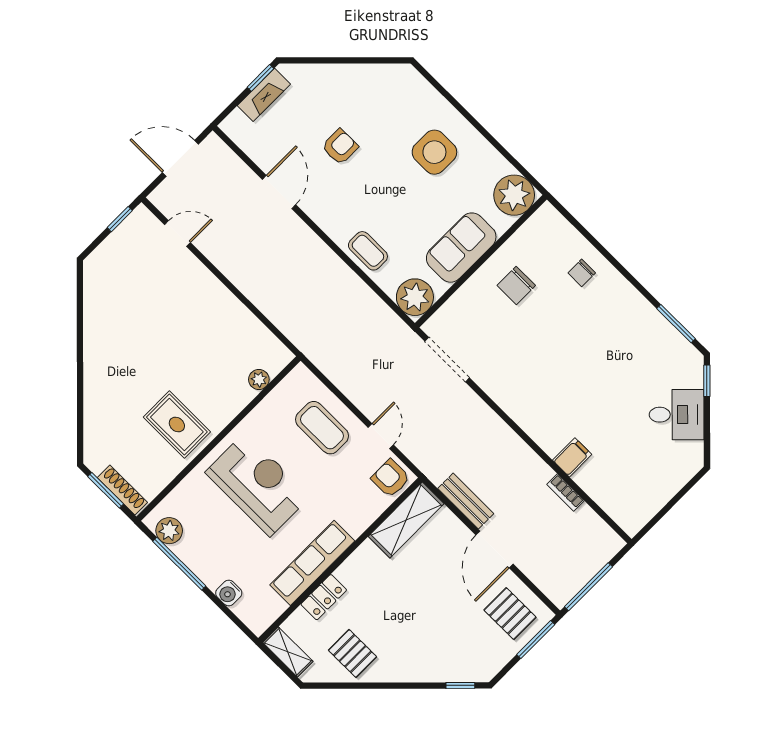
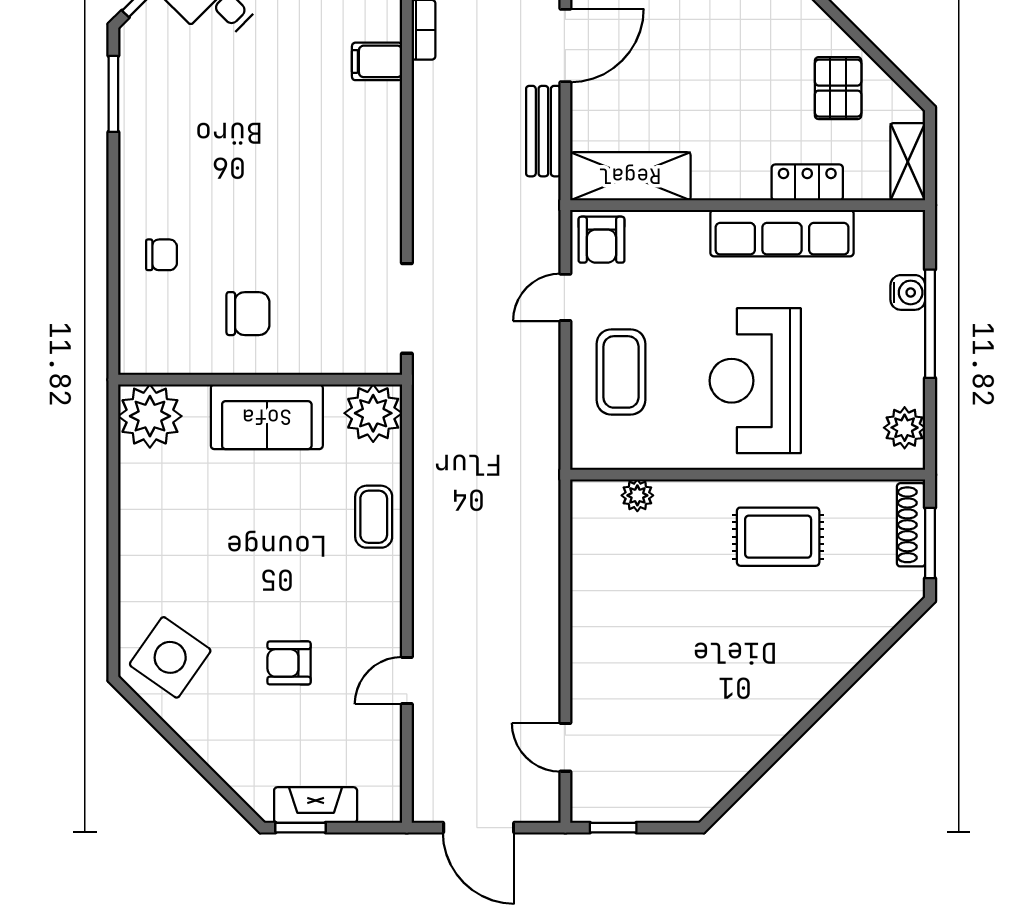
side table: (434, 152) -> (170, 657), moved, turned 35
door: (279, 192) -> (407, 681), width x0.73
rug: (177, 424) -> (778, 537), turned 90
window: (179, 564) -> (930, 324), moved

